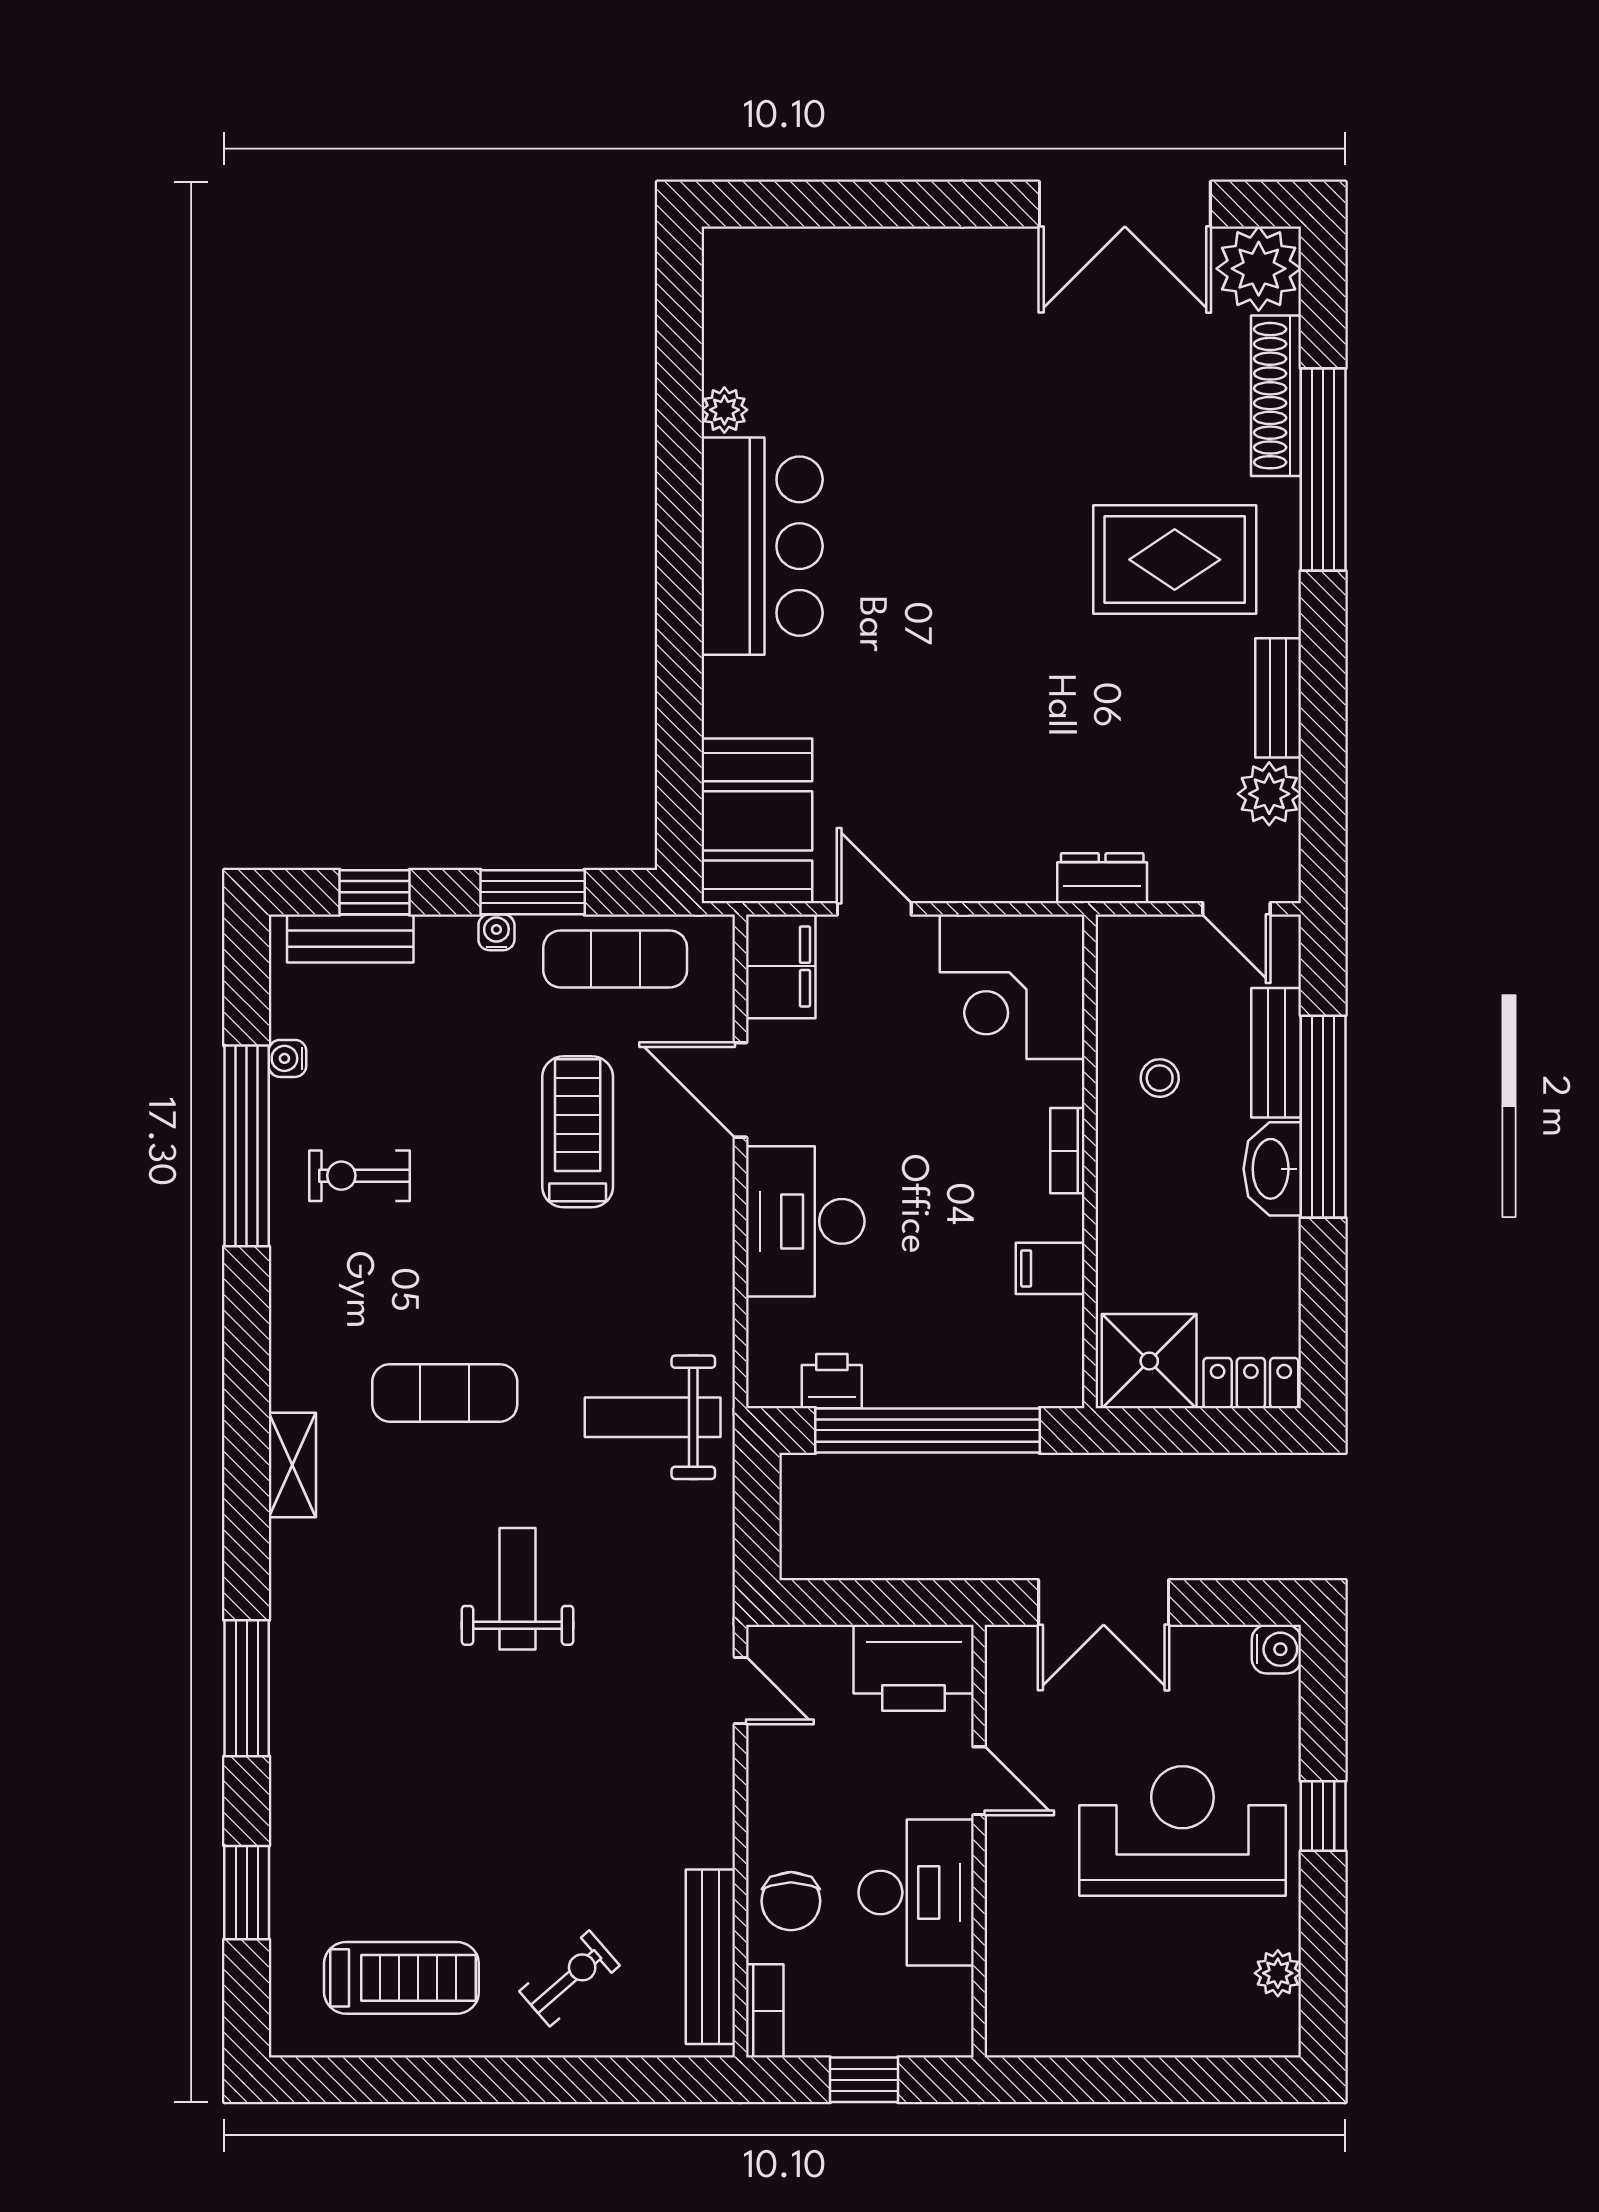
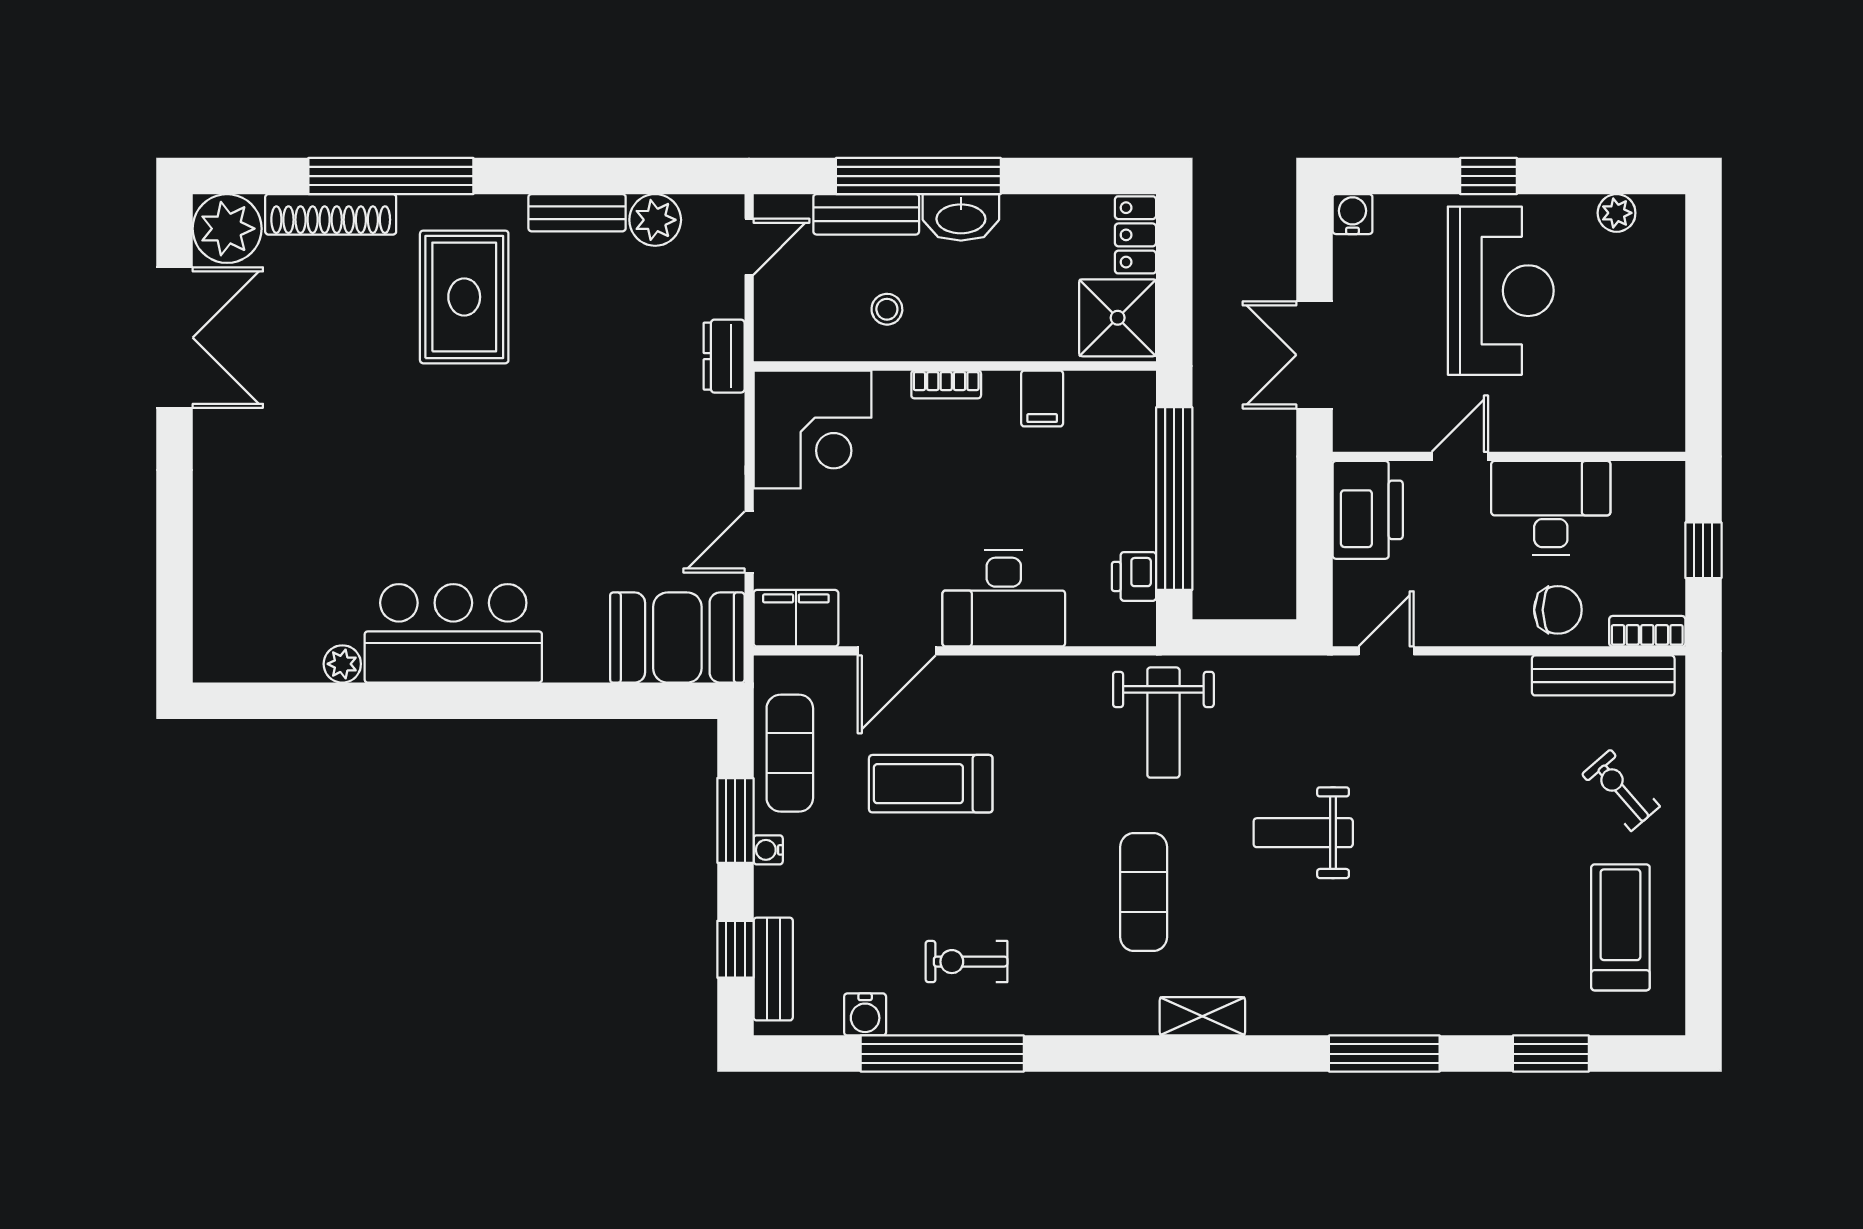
water cooler: (287, 1058) -> (865, 1014), width x1.38, depth x1.38
exercise bike: (359, 1176) -> (967, 962), turned 90
double door: (1104, 1603) -> (1314, 355), swing flipped
reception desk: (1182, 1831) -> (1501, 291), turned 180

